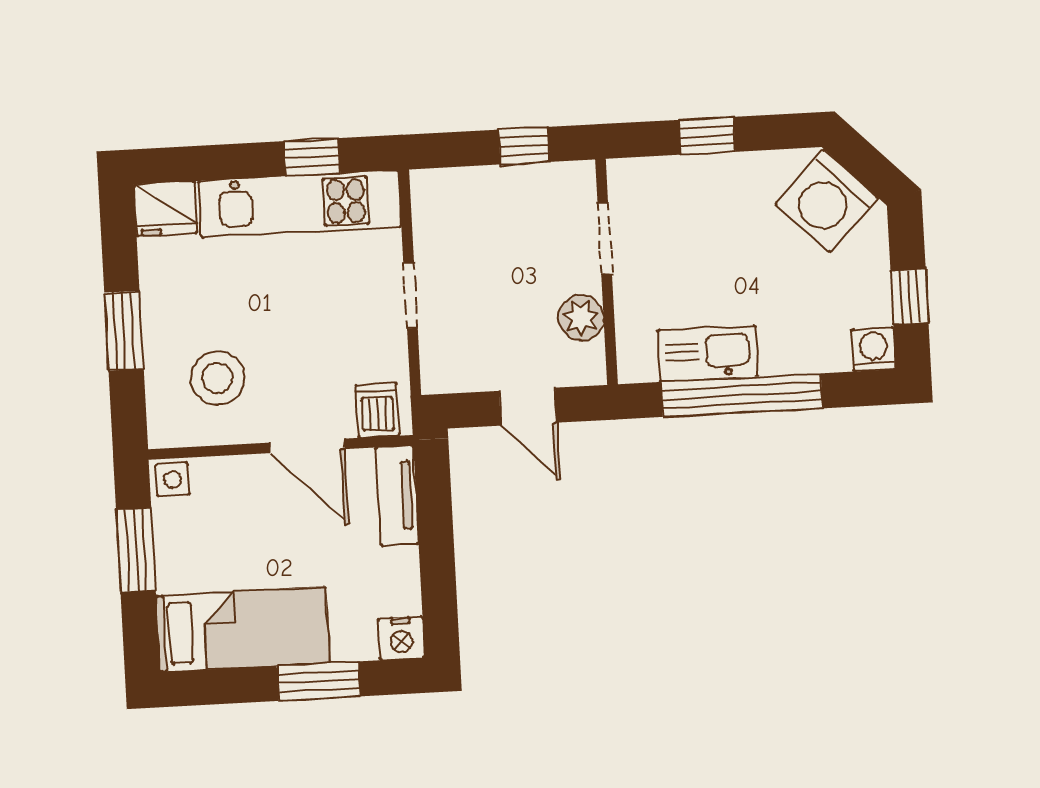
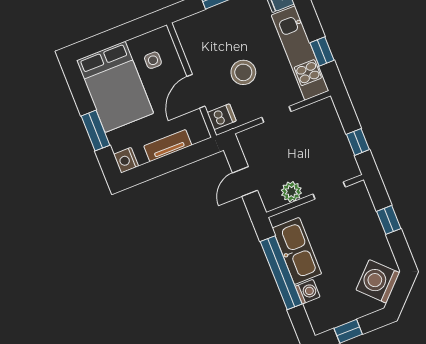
washing machine: (874, 349) -> (308, 292), moved
kitchen sink: (708, 354) -> (297, 251), width x1.36, depth x1.24
stool: (217, 378) -> (243, 72), moved
side table: (172, 479) -> (153, 60), moved
tv unit: (397, 496) -> (168, 146), moved
window: (136, 550) -> (126, 32), removed
bed: (243, 629) -> (115, 87), width x1.50

